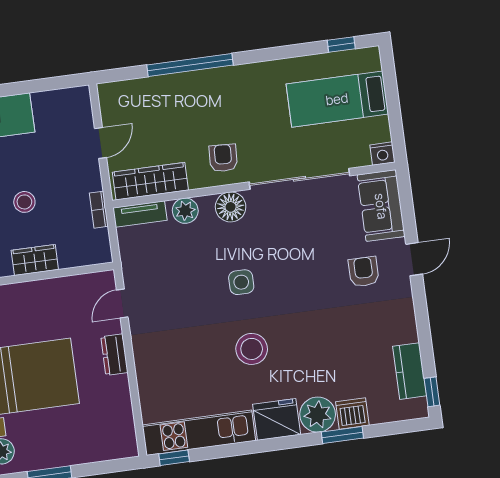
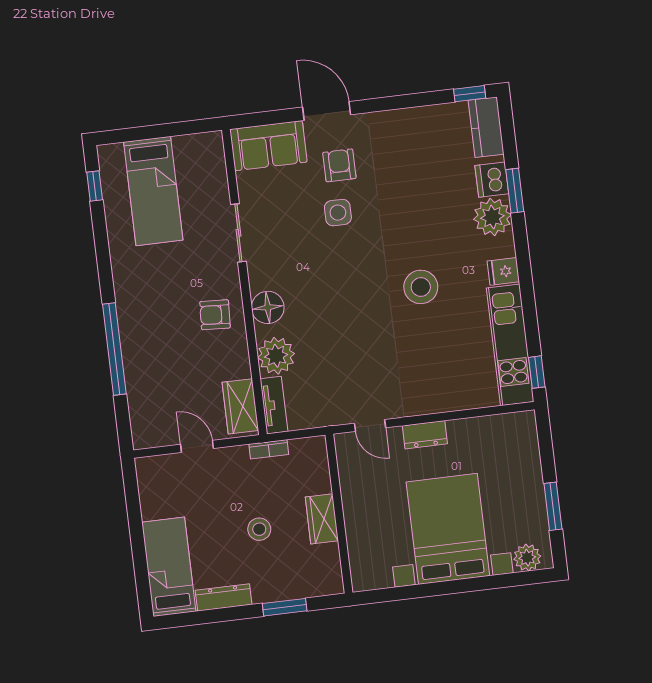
nightstand: (382, 154) -> (213, 143), removed
sliding door: (299, 179) -> (238, 233), width x0.54
wardrobe: (150, 181) -> (240, 406), width x0.67
plant: (185, 211) -> (276, 356), width x1.36, depth x1.36
door: (414, 259) -> (327, 111), width x1.37
armchair: (364, 272) -> (339, 165), turned 90
side table: (241, 282) -> (338, 213), moved
kitchen counter: (410, 371) -> (486, 127), moved, turned 90
fridge: (277, 419) -> (503, 271), width x0.53, depth x0.75

